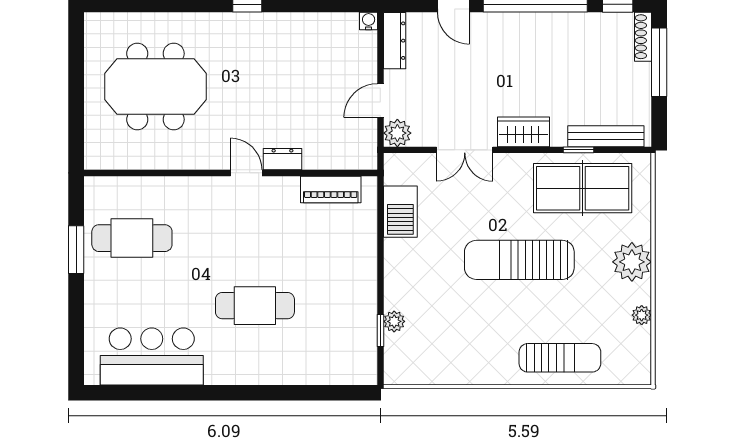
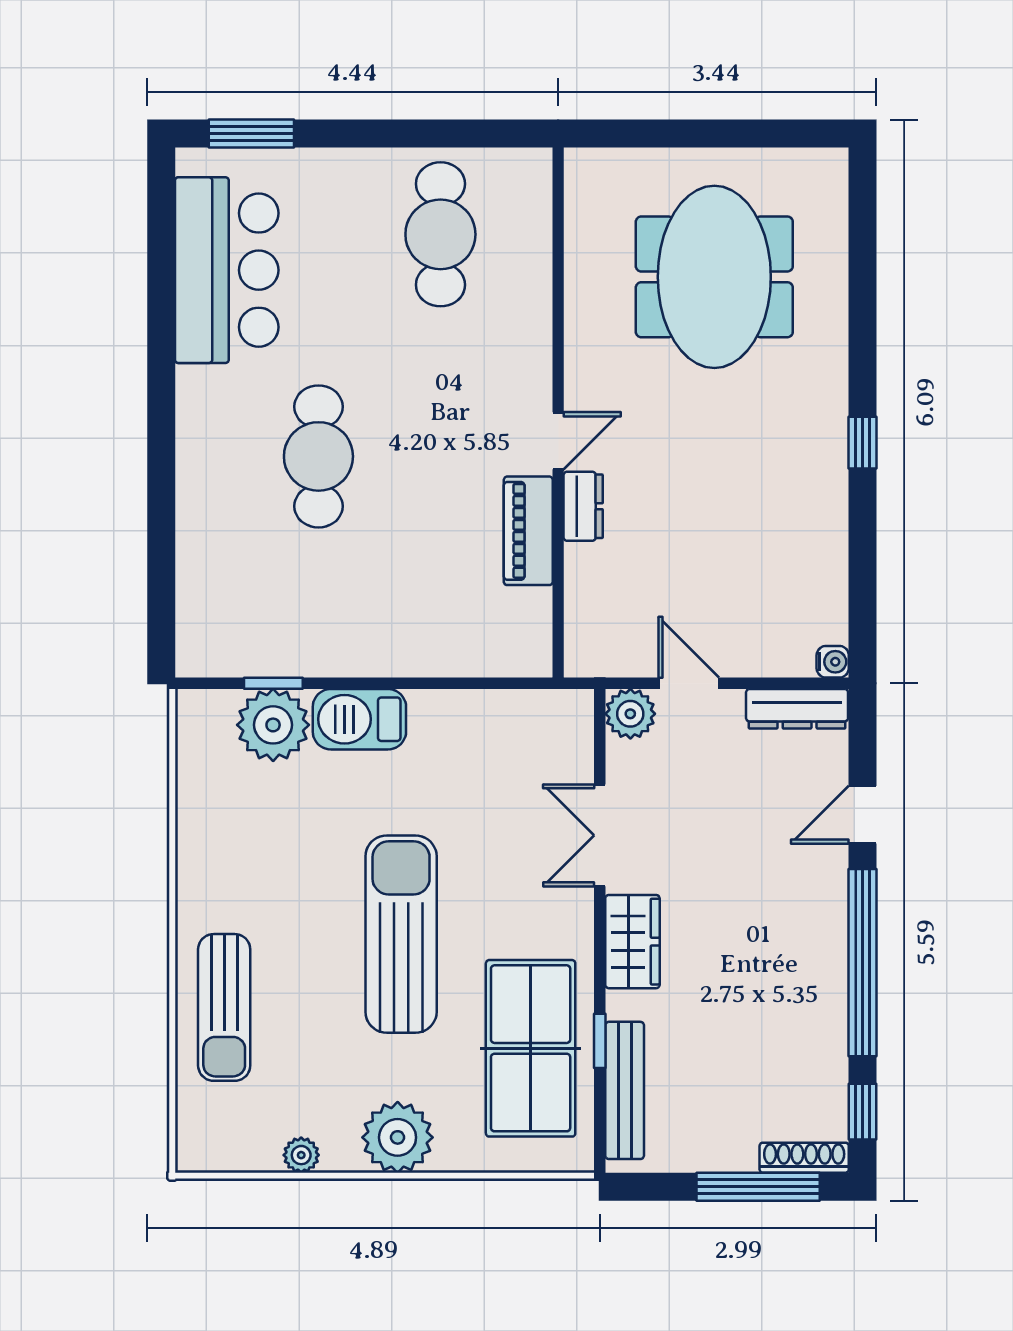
piano: (331, 189) -> (528, 531), moved
barbecue: (400, 212) -> (359, 719), moved
window: (76, 250) -> (251, 134), moved
plant: (394, 321) -> (273, 725), width x1.88, depth x1.88

